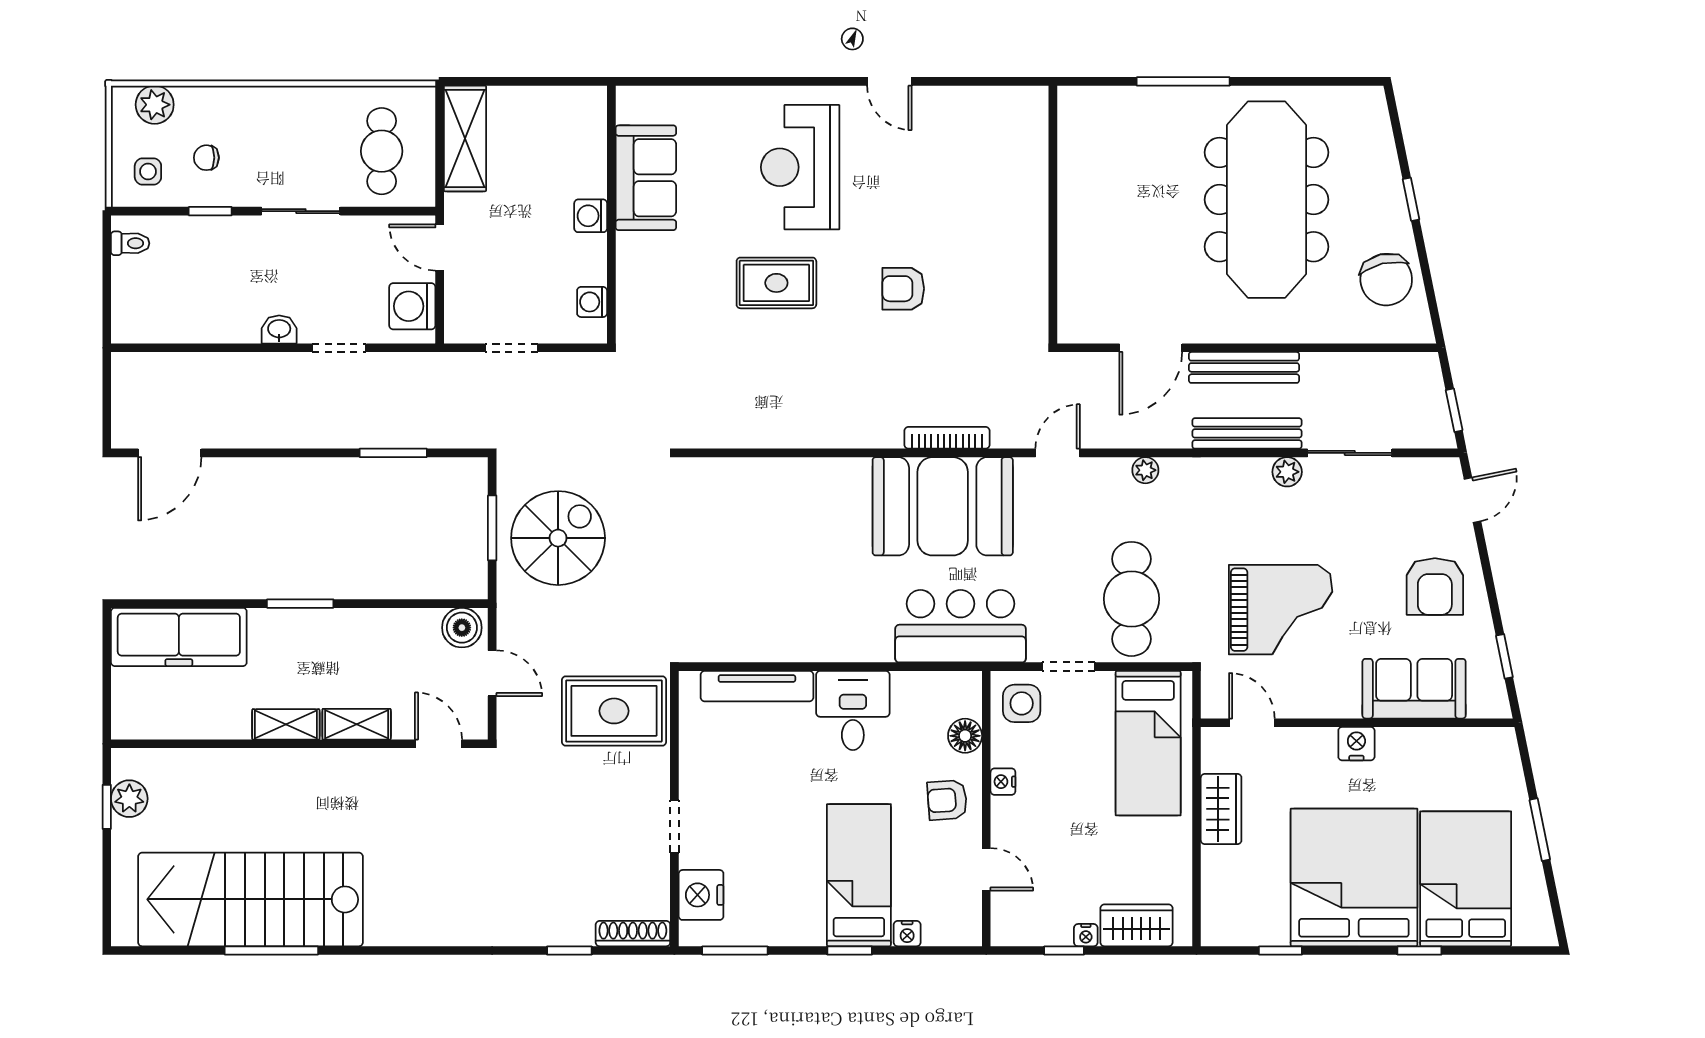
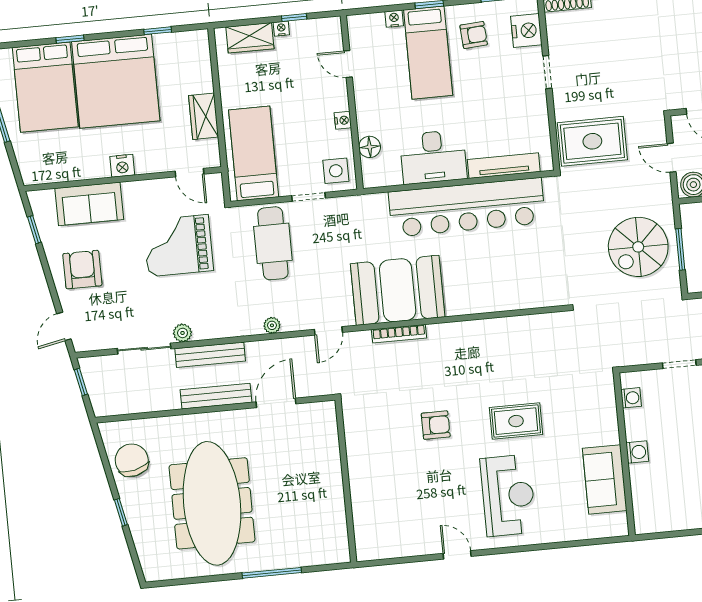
bar counter: (961, 626) -> (467, 207), moved, width x1.86
desk: (853, 710) -> (433, 157), width x1.37
armchair: (947, 800) -> (474, 35), moved

